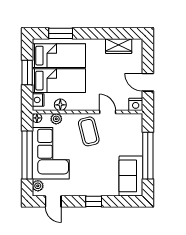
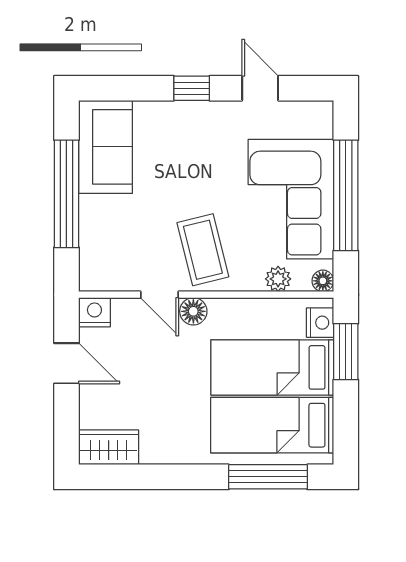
window: (61, 33) -> (268, 477), width x1.44
wardrobe: (119, 46) -> (109, 447), moved
window: (27, 73) -> (346, 352), moved
floor lamp: (60, 105) -> (193, 311), moved
plant: (38, 186) -> (321, 124), removed
door: (53, 201) -> (260, 88), moved

